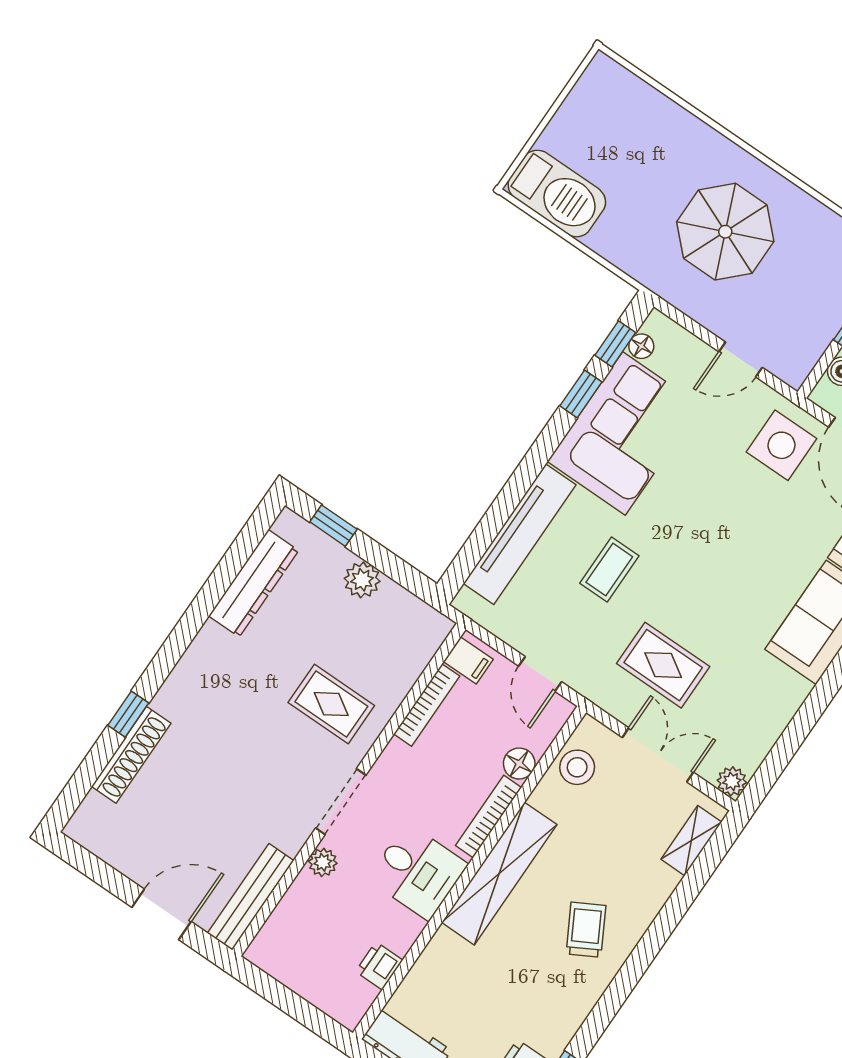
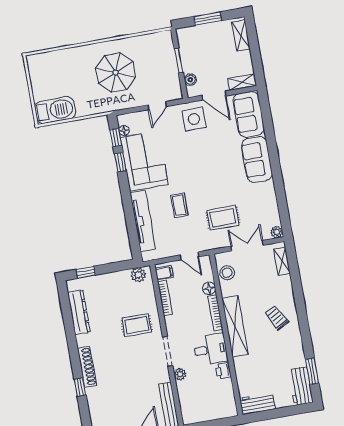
plant: (362, 580) -> (138, 275), moved
shoe rack: (131, 755) -> (87, 367), moved
printer: (379, 966) -> (223, 371), moved

